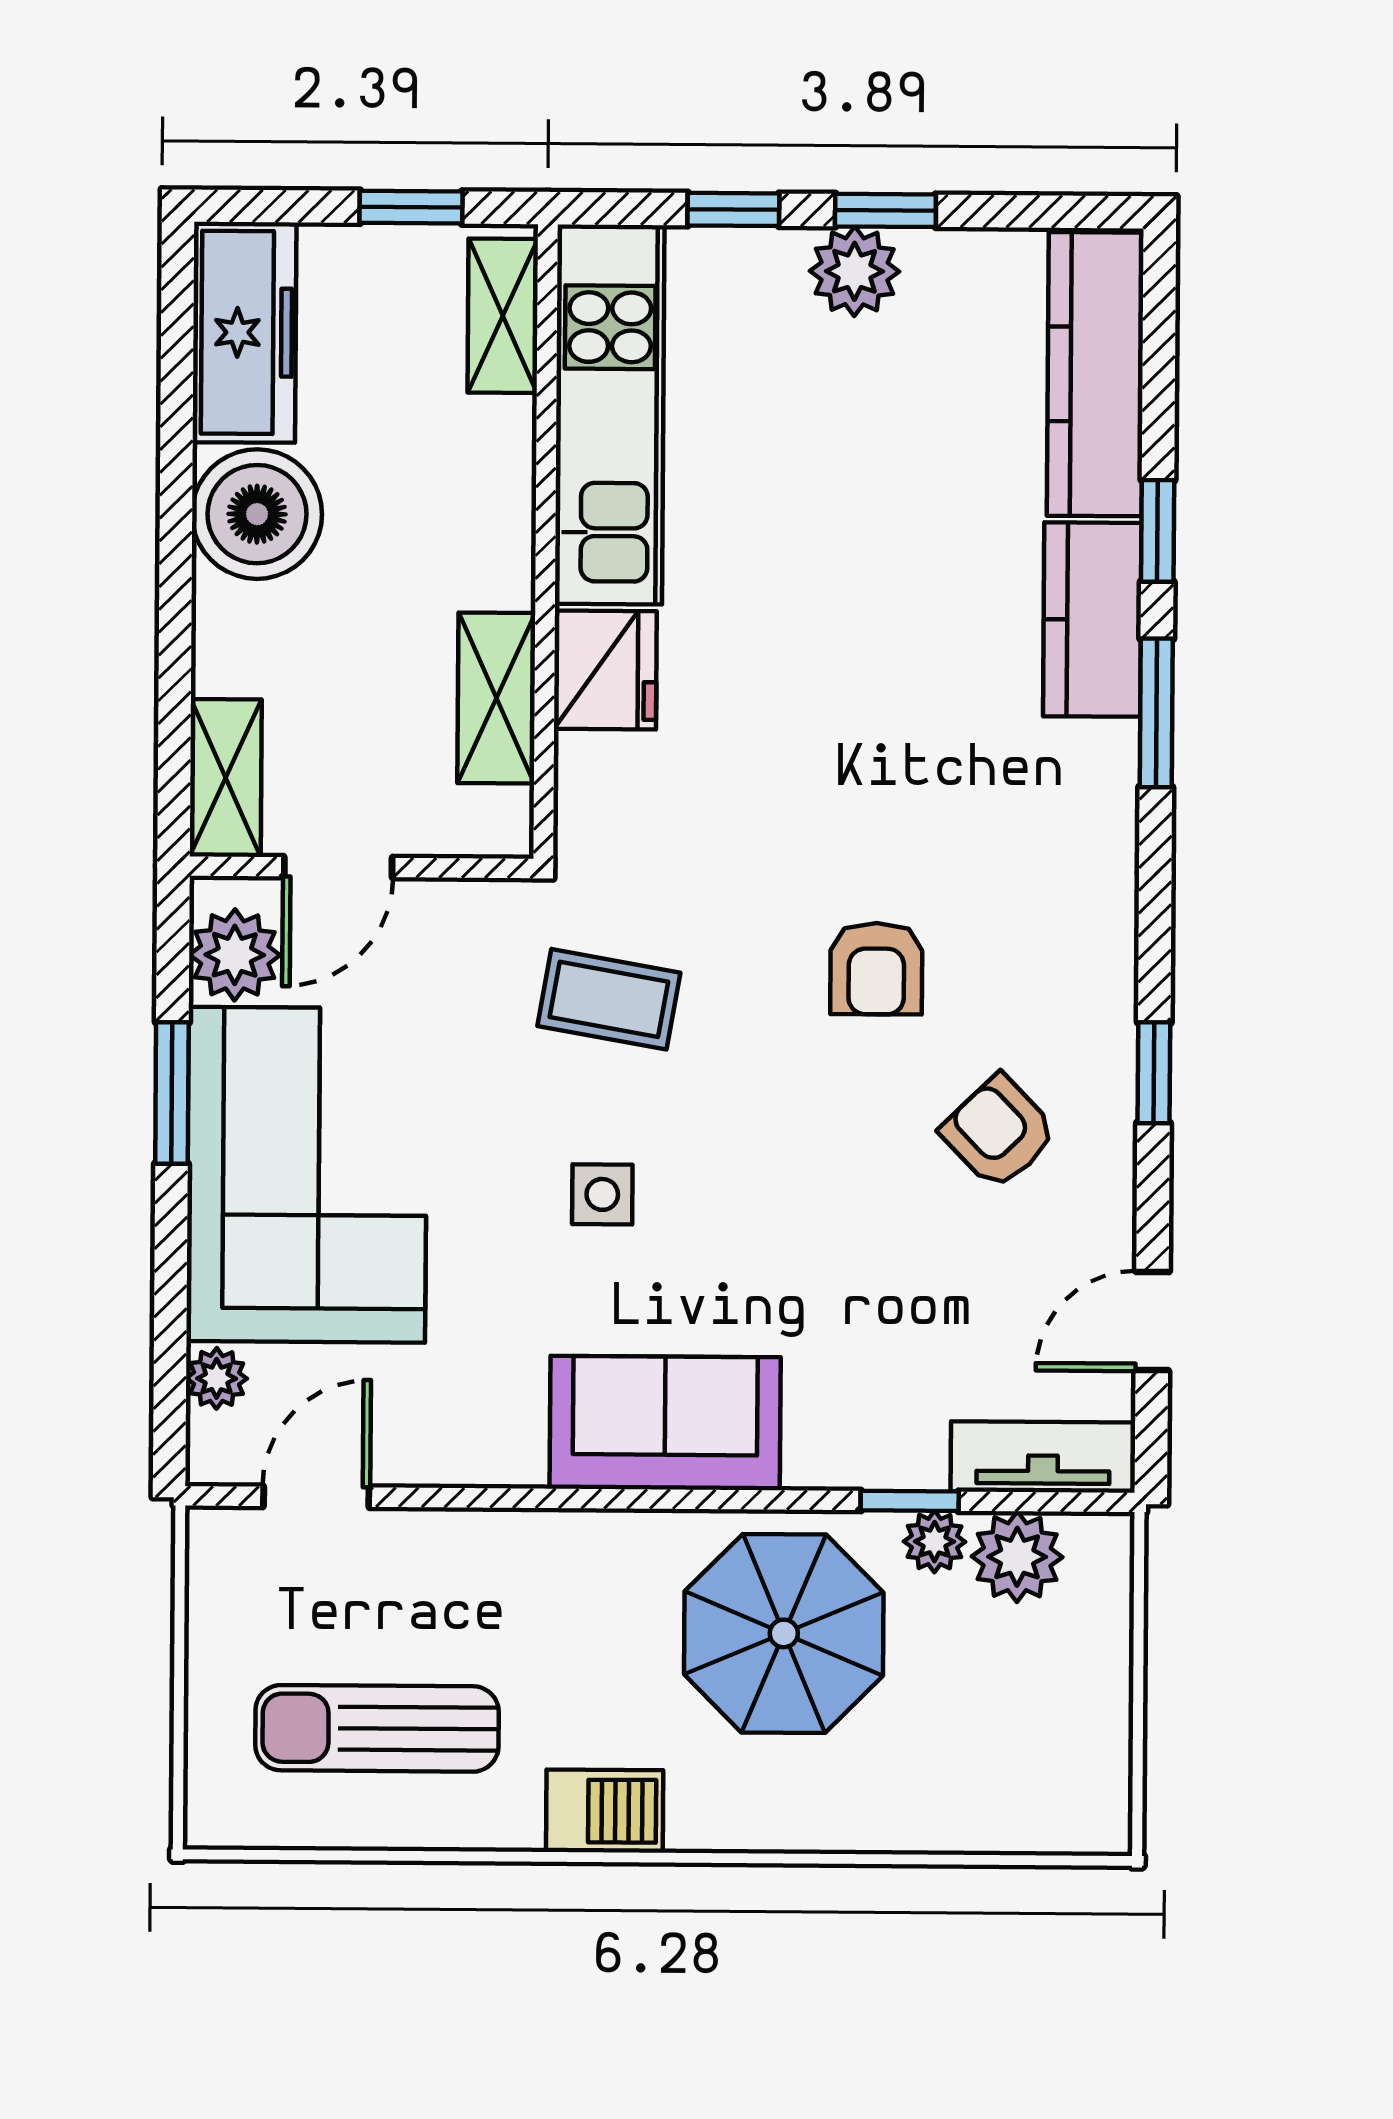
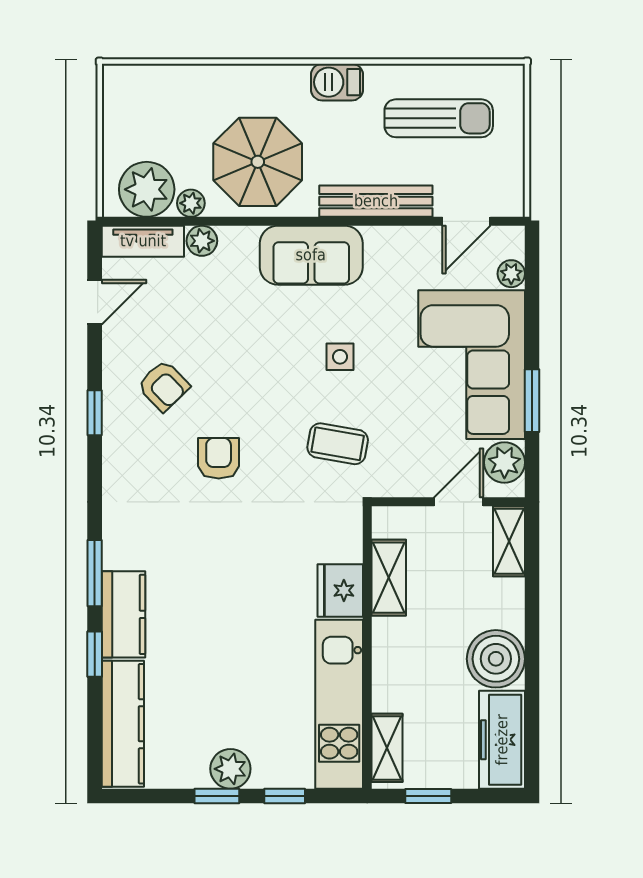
plant: (910, 1457) -> (202, 241), added
window: (910, 1501) -> (202, 221), removed
bench: (519, 1543) -> (376, 201), added
plant: (1017, 1557) -> (147, 189), width x1.36, depth x1.36

